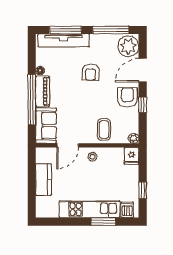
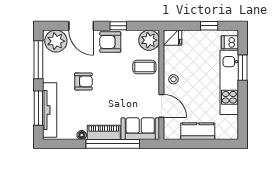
plant: (134, 138) -> (149, 40), width x1.87, depth x1.87

